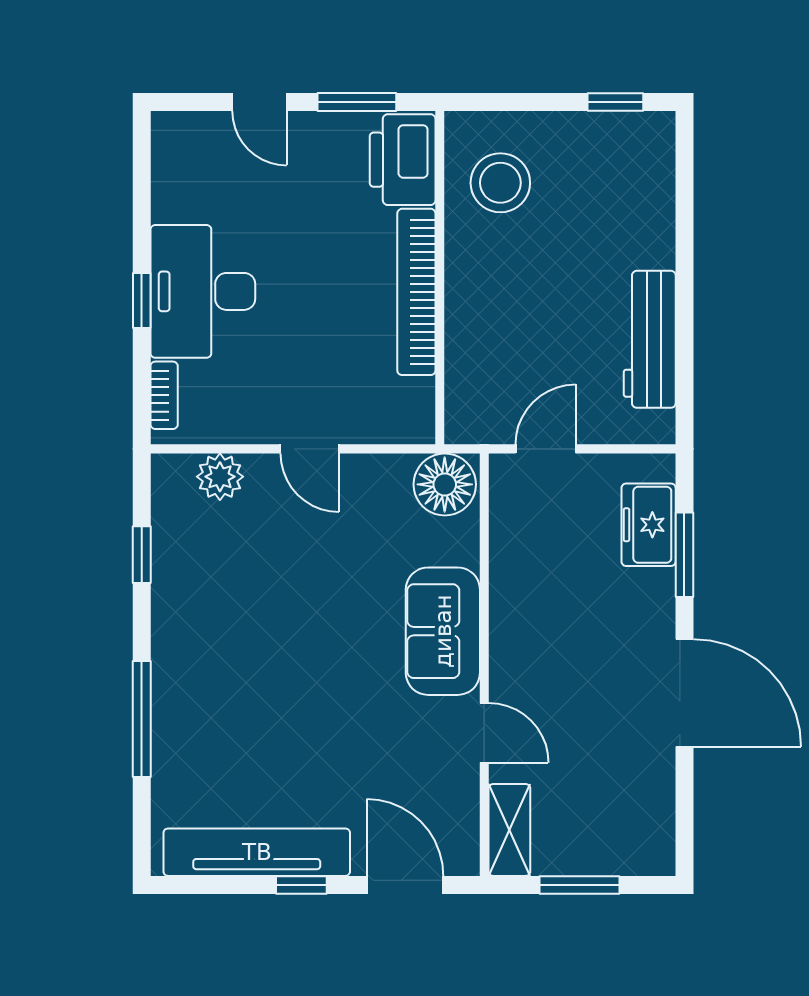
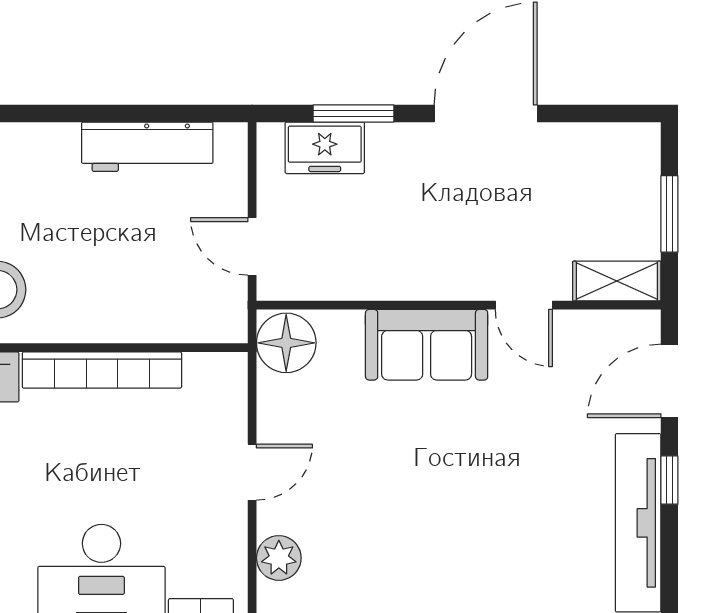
door: (484, 733) -> (524, 305), swing flipped

